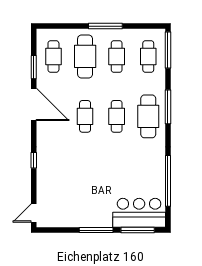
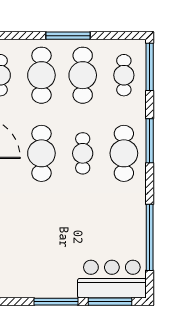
cafe table: (117, 56) -> (83, 75), width x1.37, depth x1.35
cafe table: (85, 116) -> (41, 153), width x1.37, depth x1.35

